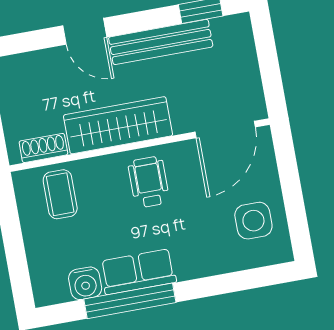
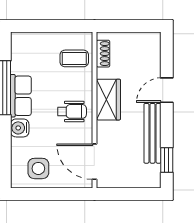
wardrobe: (118, 125) -> (108, 100), width x0.67
water cooler: (85, 283) -> (20, 128), moved

